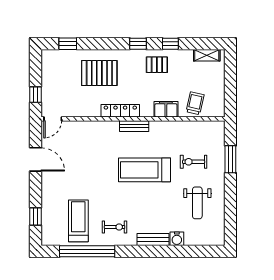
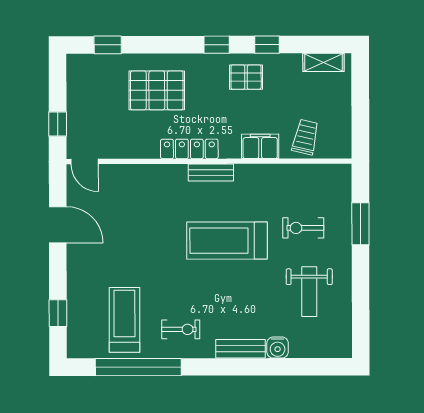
door: (53, 119) -> (85, 162), hinge flipped

